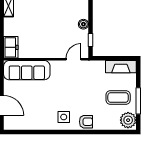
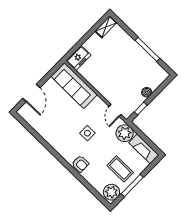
door: (74, 59) -> (115, 110), swing flipped
plant: (96, 69) -> (125, 133), added
side table: (64, 117) -> (87, 133), moved

